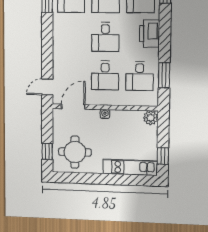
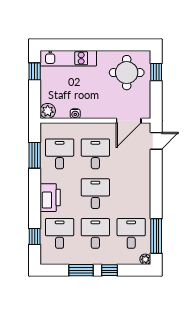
water cooler: (105, 114) -> (75, 114), moved

